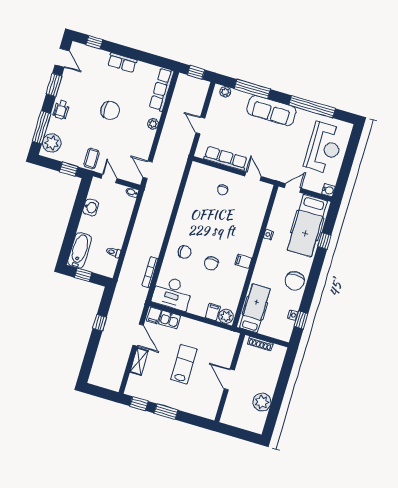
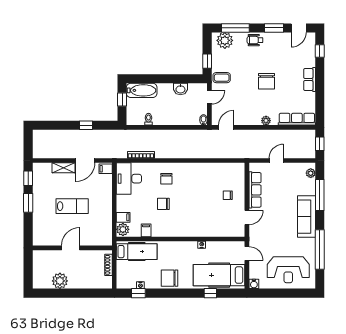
filing cabinet: (243, 261) -> (146, 230), moved
kitchen sink: (169, 320) -> (106, 183), removed

